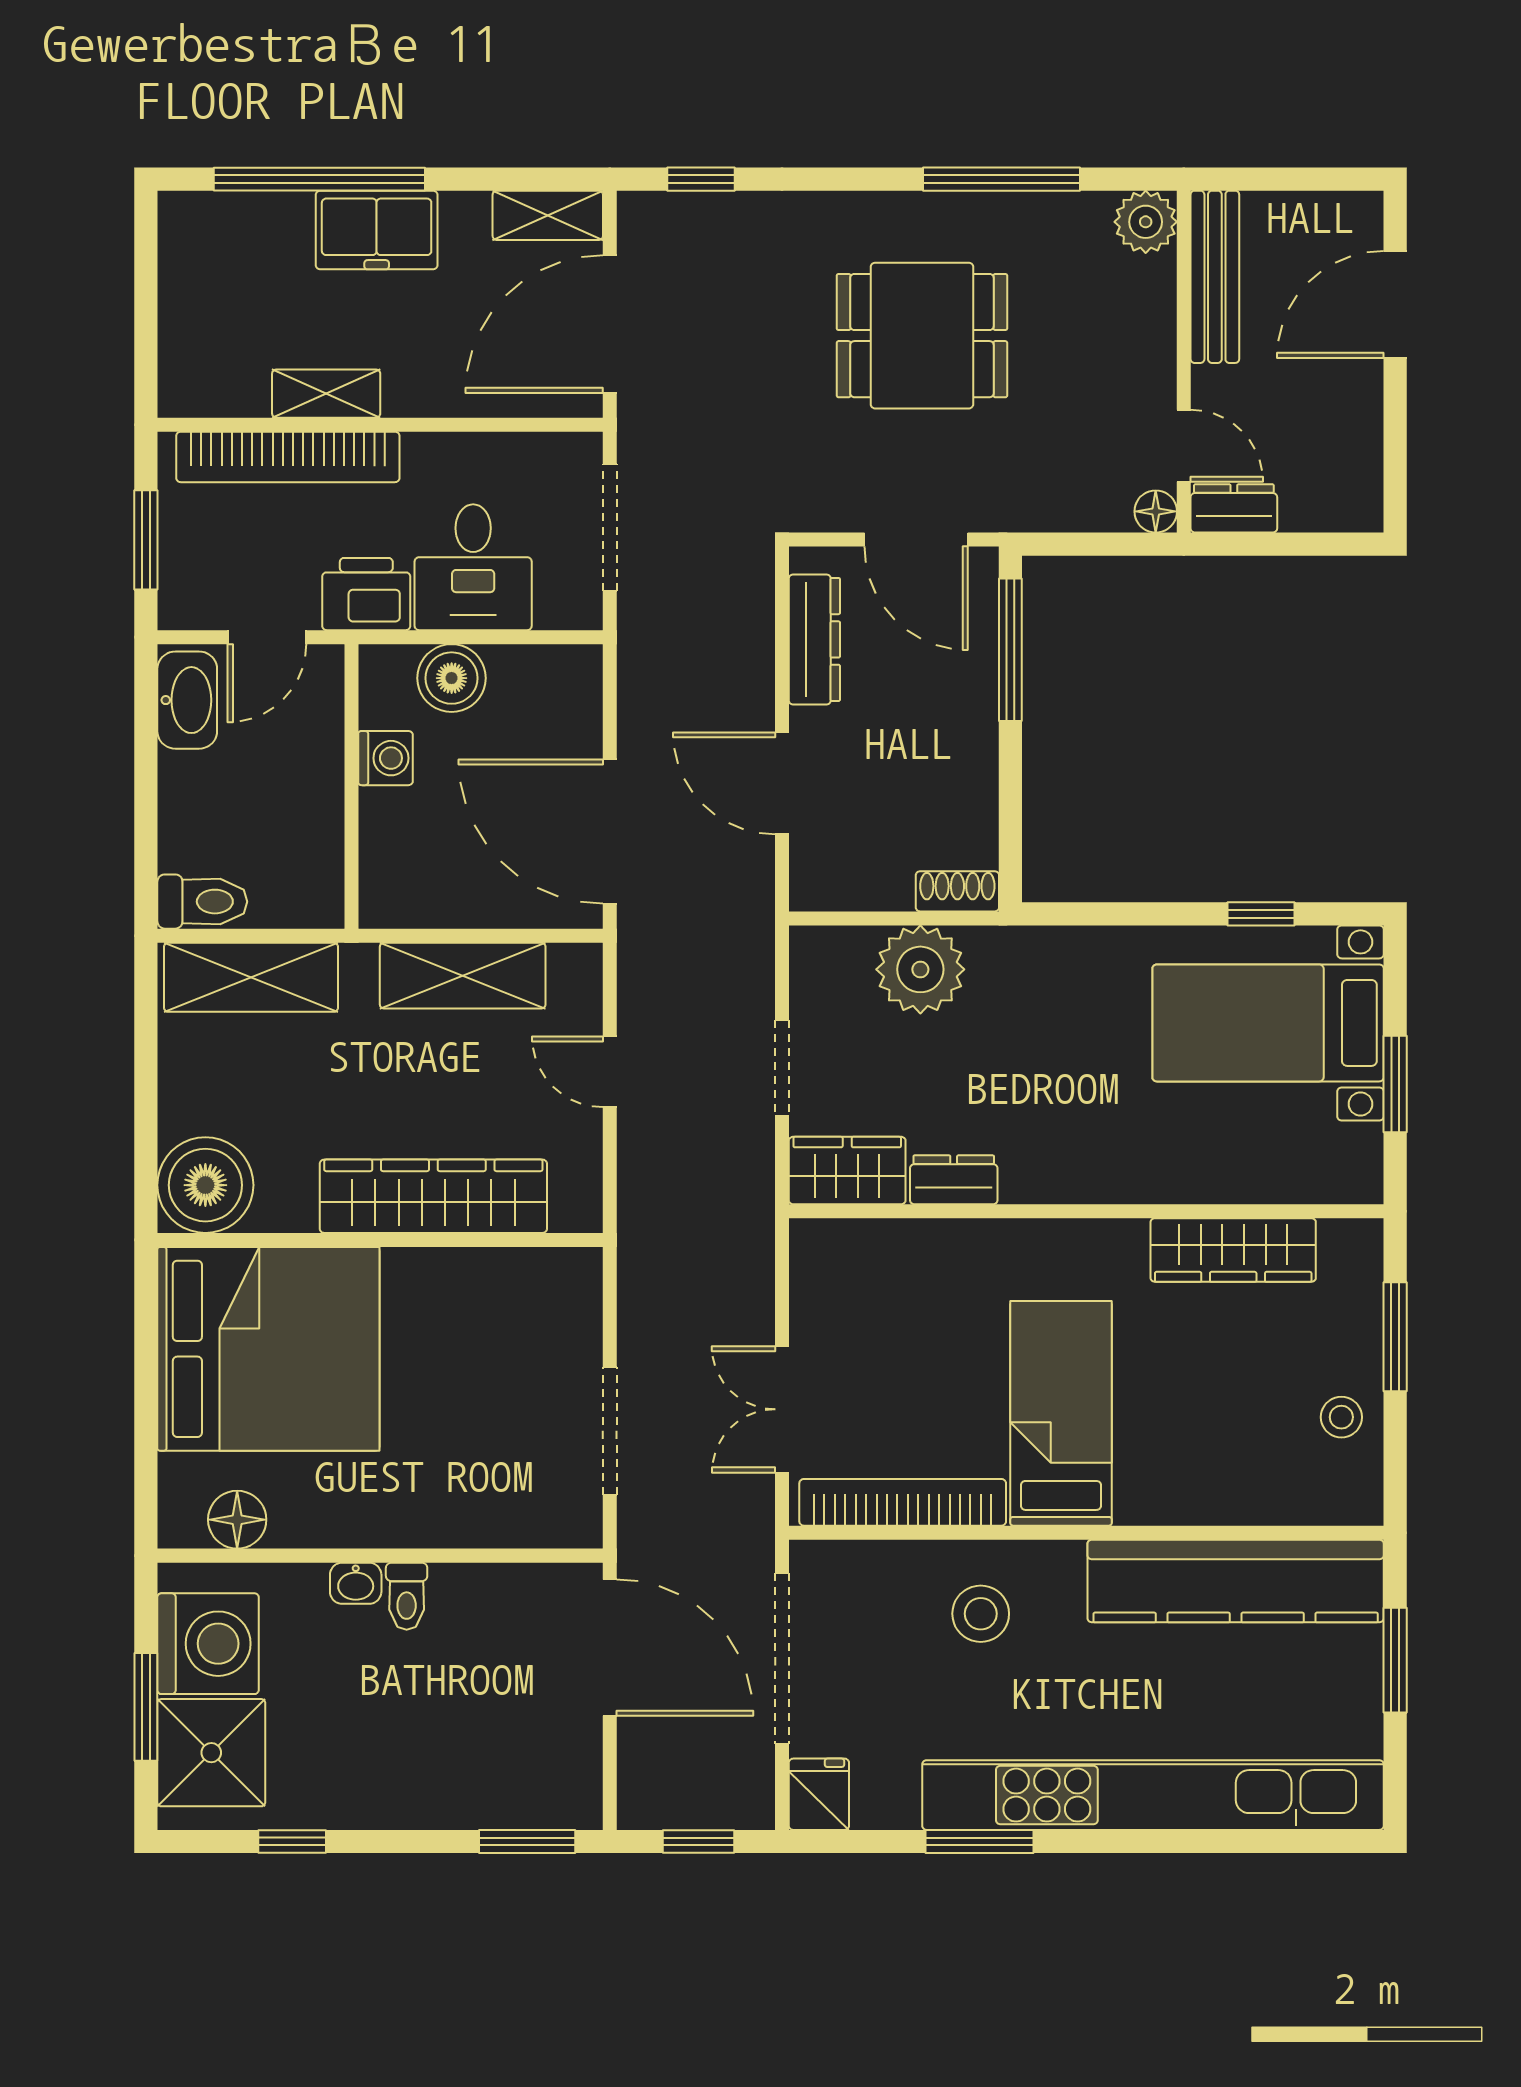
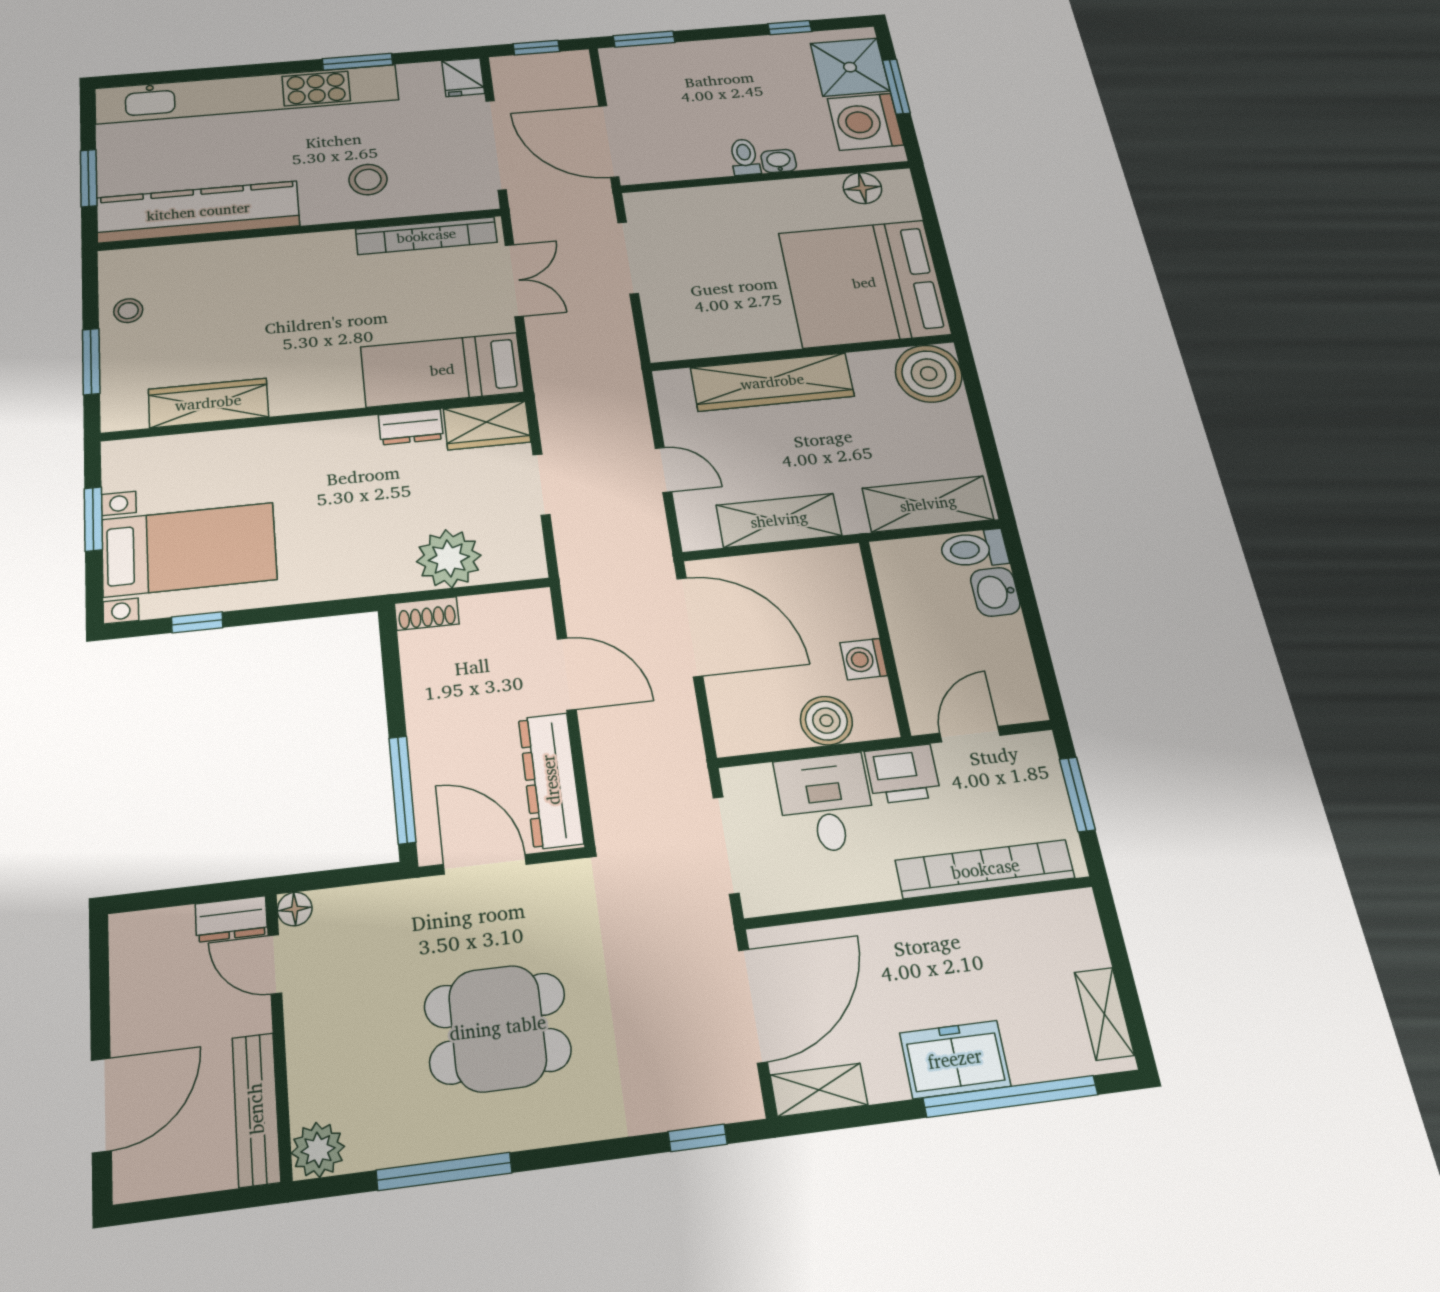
shelving: (326, 394) -> (1104, 1014), moved, turned 90
dresser: (814, 639) -> (551, 780), width x1.37, depth x1.24
washbasin: (187, 700) -> (995, 592), moved, width x0.72
bed: (1061, 1413) -> (442, 370), moved, turned 90

